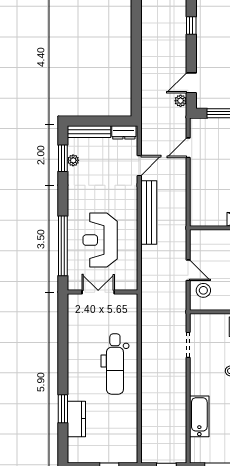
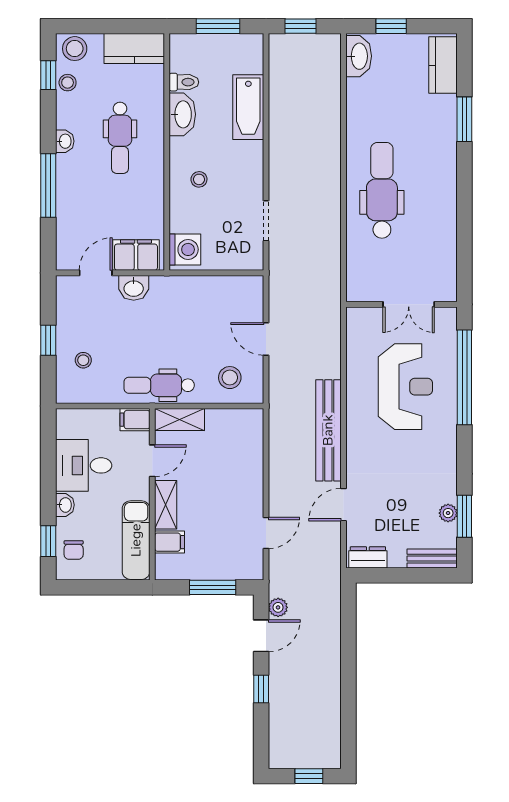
window: (191, 26) -> (261, 689), moved
bench: (89, 132) -> (432, 559), width x0.73
stool: (203, 290) -> (230, 378), moved
kitchen counter: (76, 419) -> (443, 65), moved
washbasin: (130, 449) -> (359, 56), added

